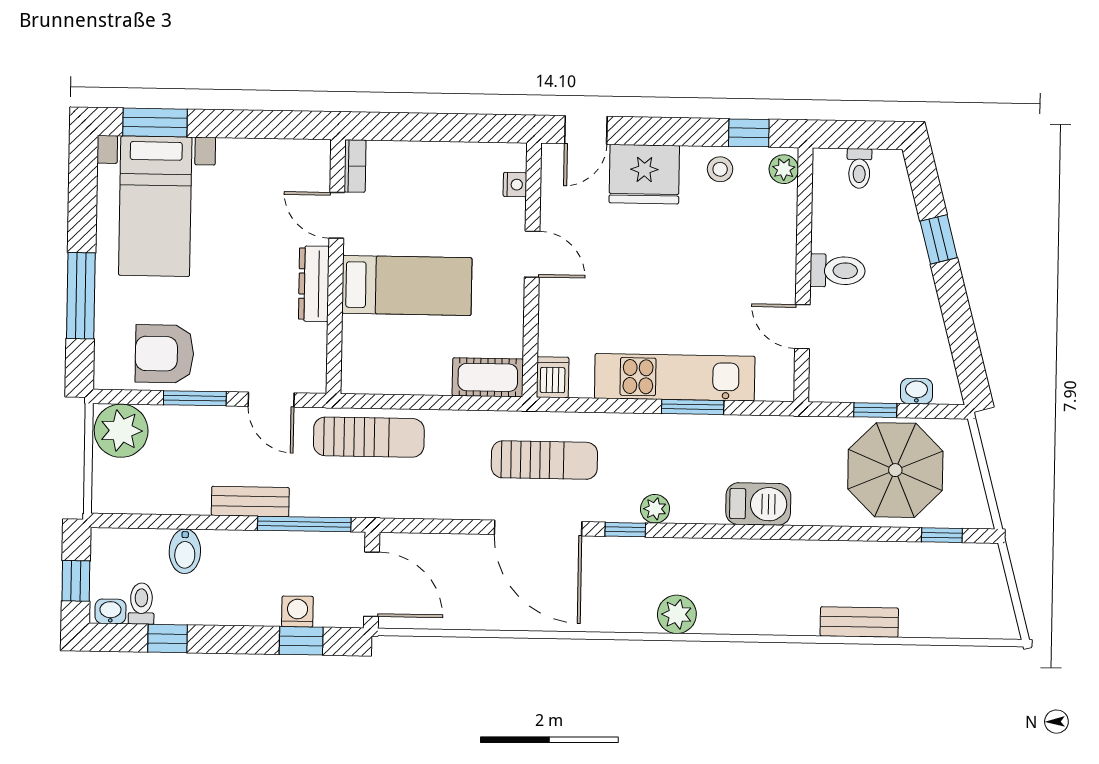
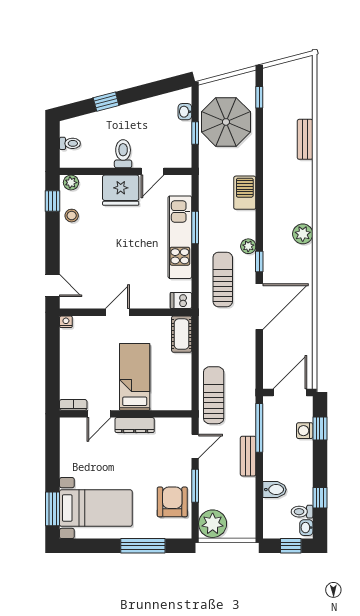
fridge: (644, 174) -> (121, 190), moved, turned 90
nightstand: (515, 185) -> (66, 322), moved
armchair: (164, 354) -> (172, 502), turned 180
sun lounger: (544, 460) -> (223, 279), moved

